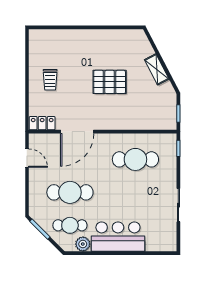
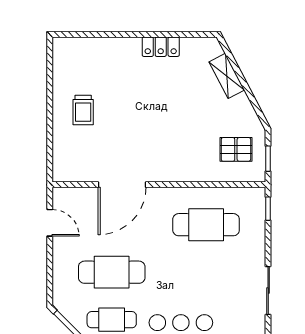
shelving: (157, 69) -> (227, 76), moved
pallet: (110, 82) -> (236, 149), moved, width x0.67, depth x0.71
locker: (42, 123) -> (161, 47), moved, turned 180

